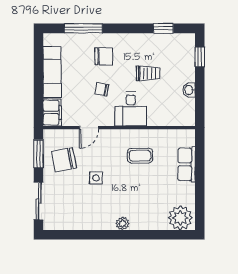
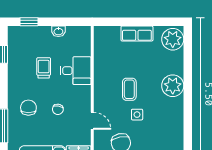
desk: (131, 109) -> (76, 71), moved
coffee table: (140, 156) -> (129, 89), moved
row of seats: (187, 164) -> (137, 33), moved
plant: (123, 224) -> (173, 86), width x1.87, depth x1.87

